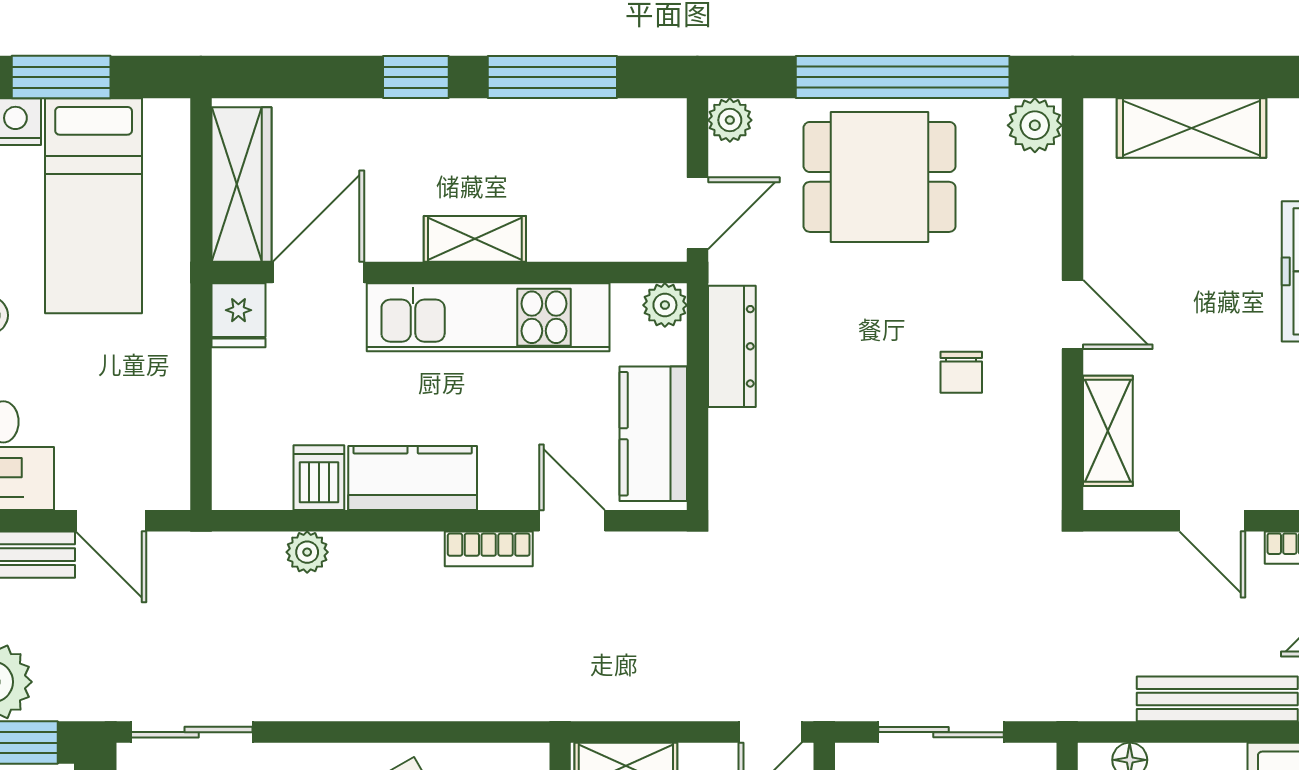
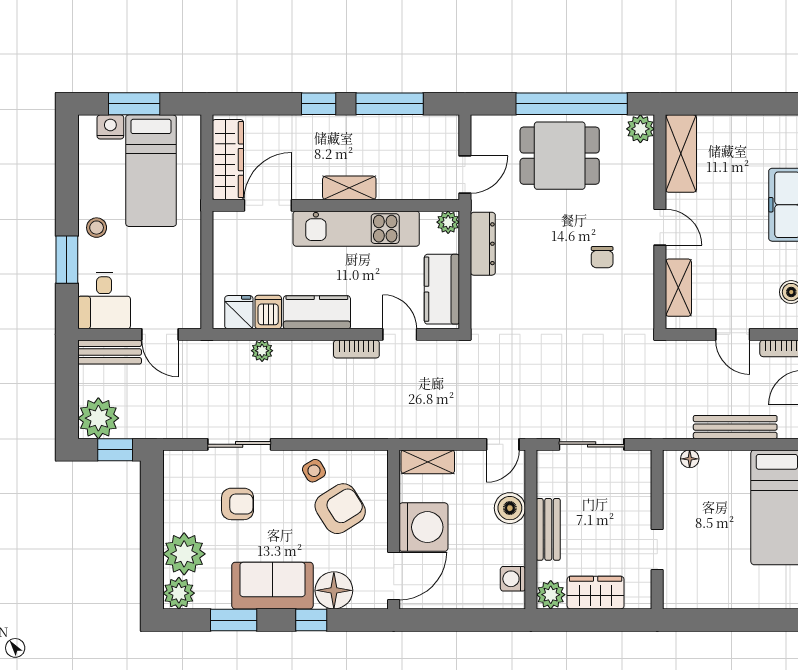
plant: (730, 120) -> (482, 126), removed
shelving: (1191, 128) -> (681, 154), moved, turned 90
fridge: (238, 315) -> (239, 312), moved, turned 180
sliding door: (192, 732) -> (239, 444), moved

